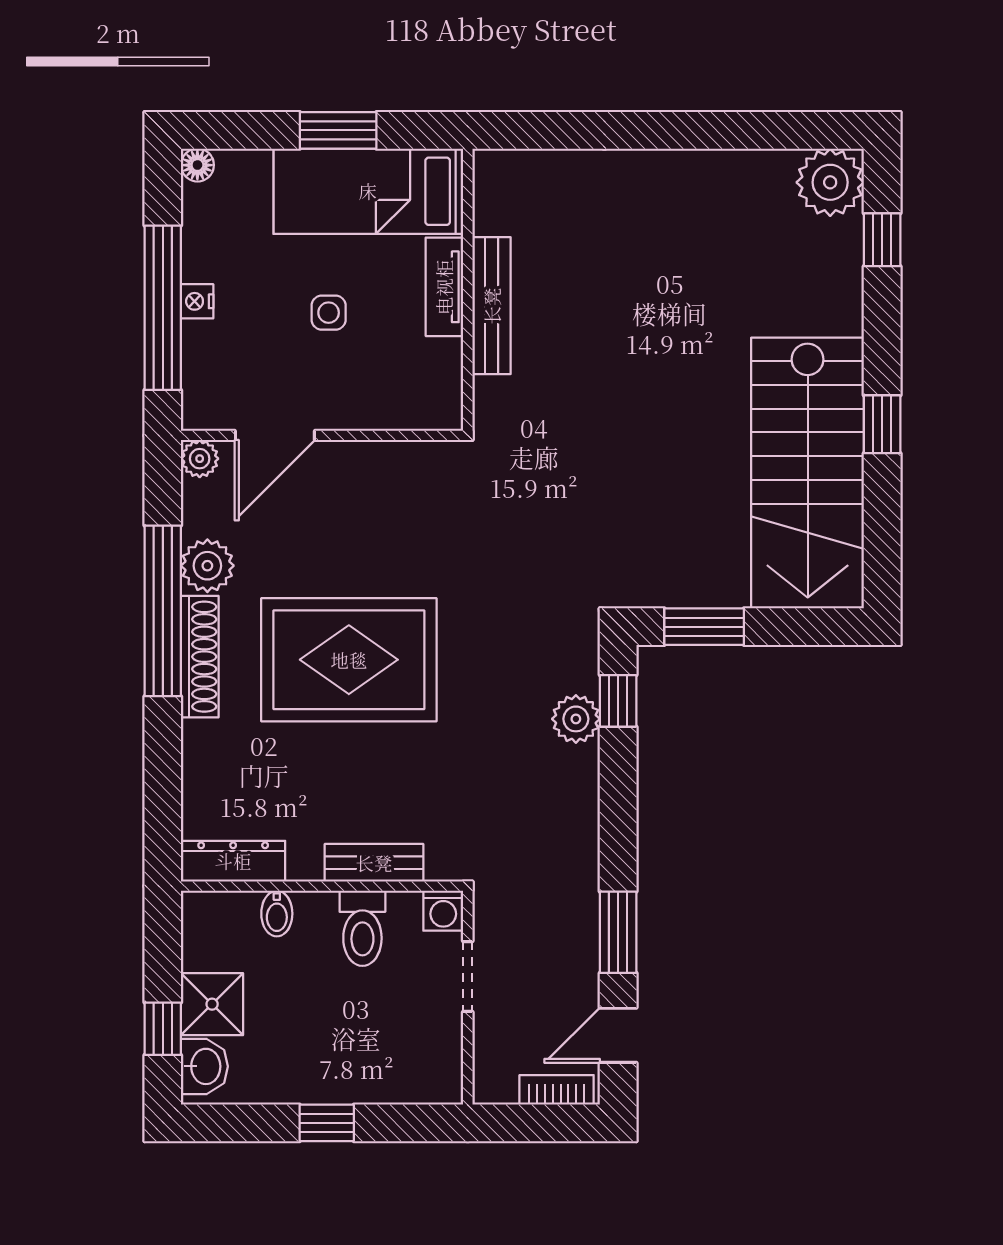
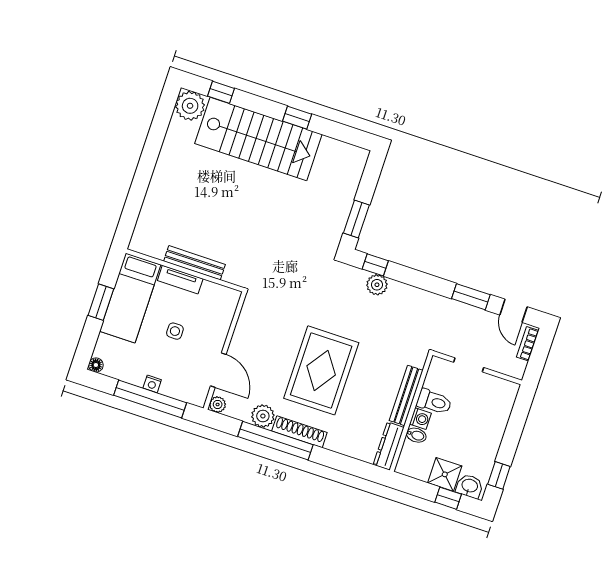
stairs: (808, 473) -> (258, 139), moved
bench: (374, 863) -> (406, 395), width x1.36
washing machine: (443, 911) -> (420, 419), moved
window: (327, 1123) -> (499, 475), moved

